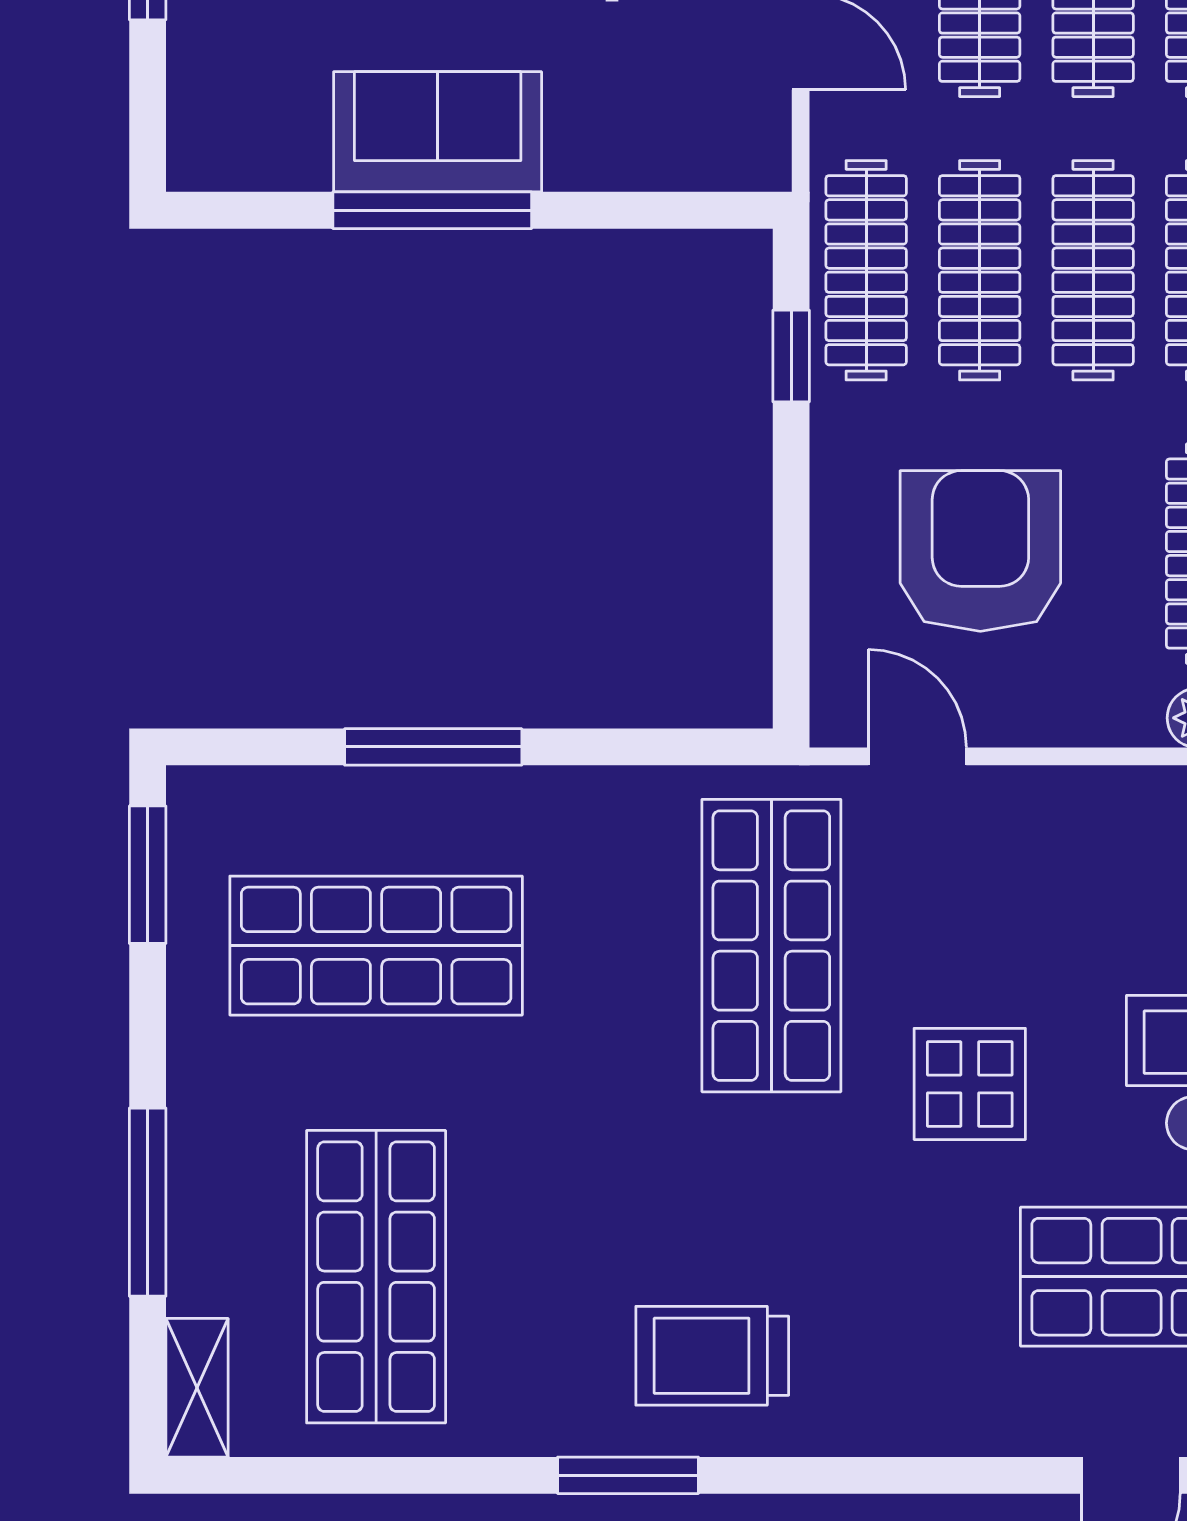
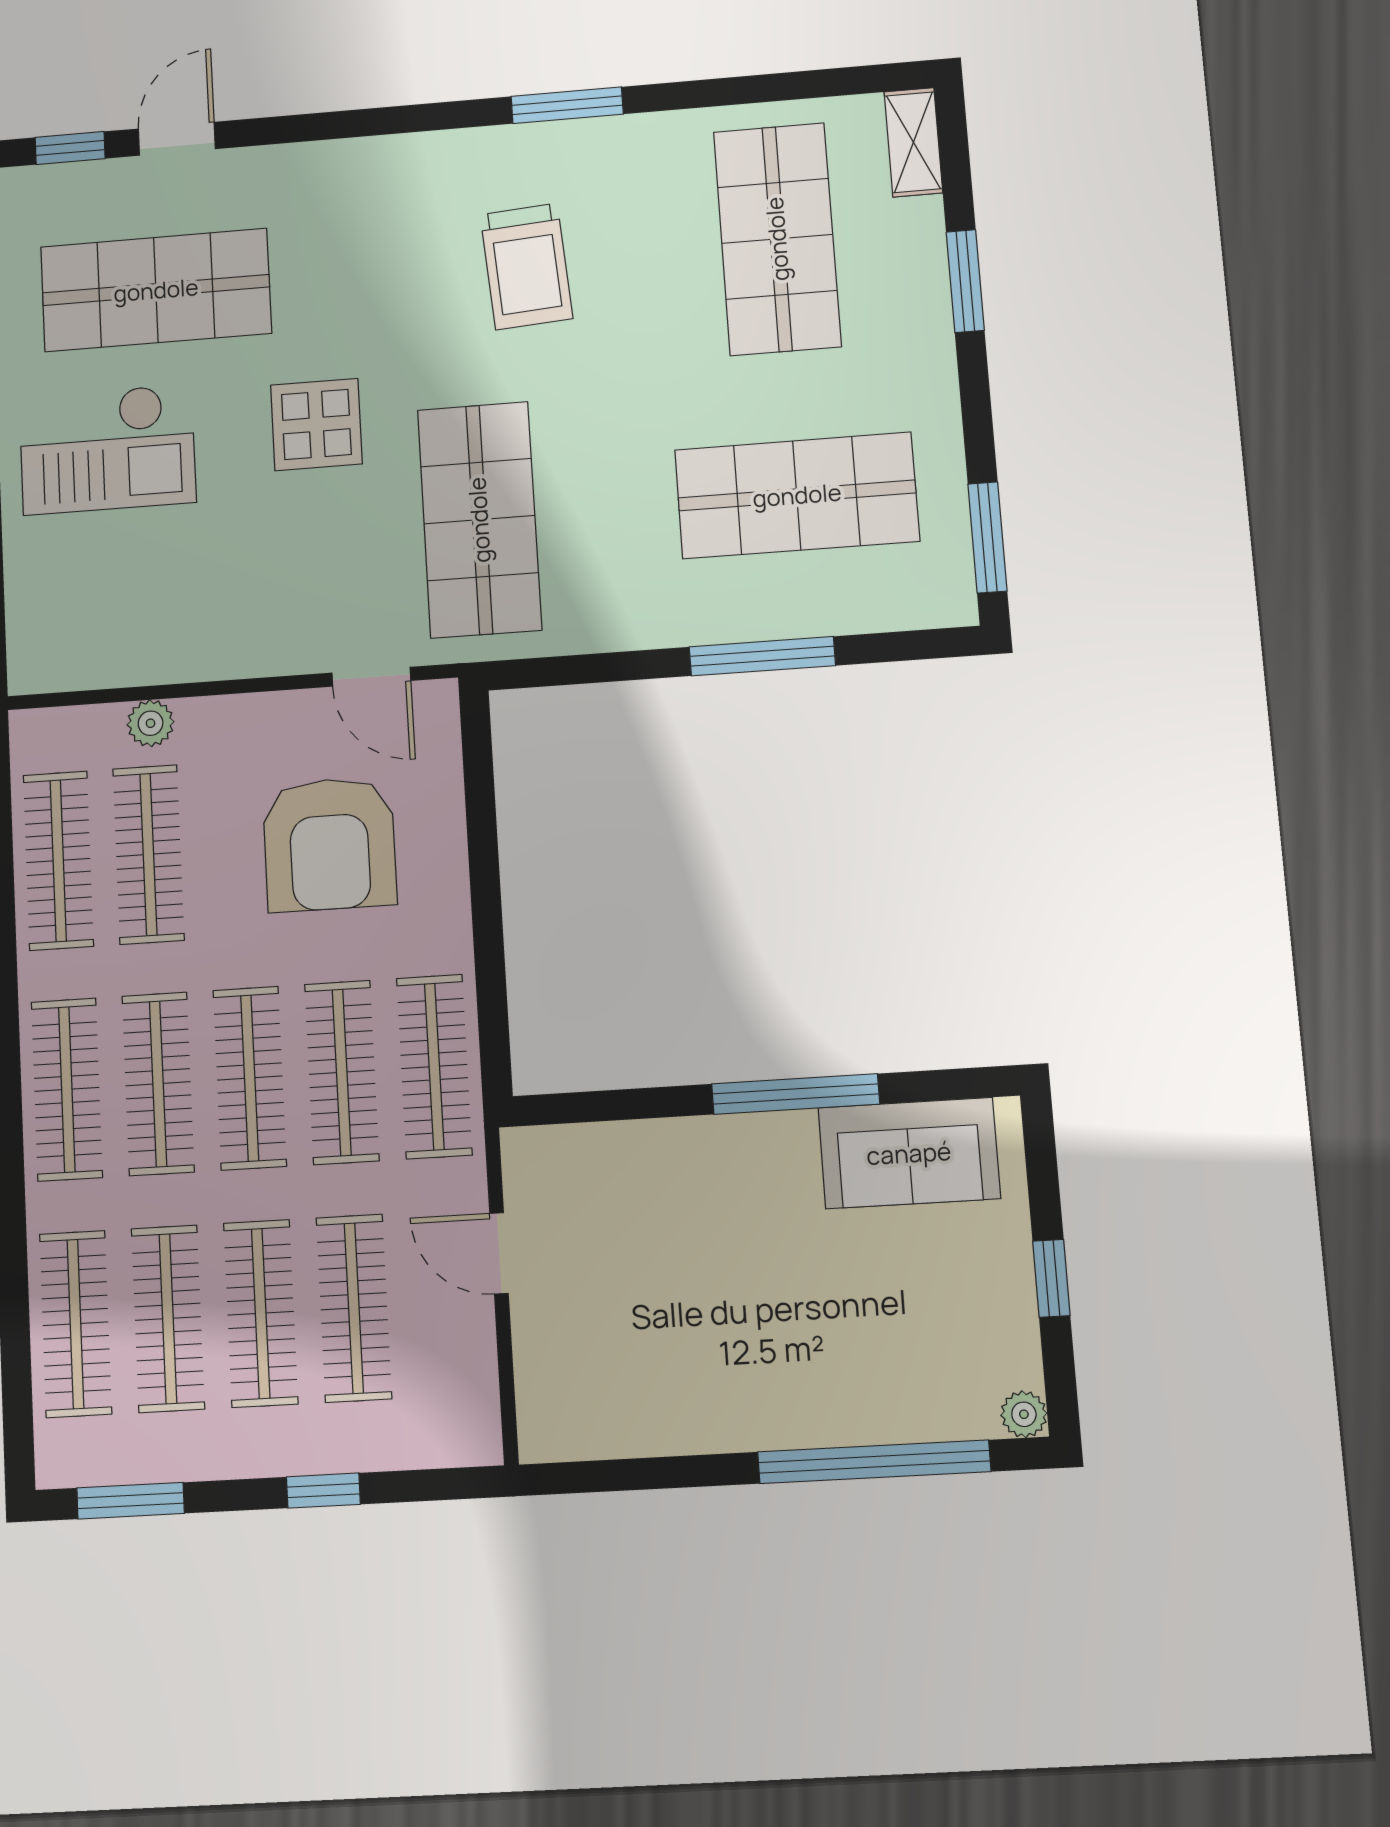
sofa: (438, 132) -> (909, 1153), moved
window: (791, 356) -> (491, 992), removed
window: (148, 1202) -> (965, 281), width x0.69
trolley: (712, 1356) -> (526, 266), moved, turned 86

